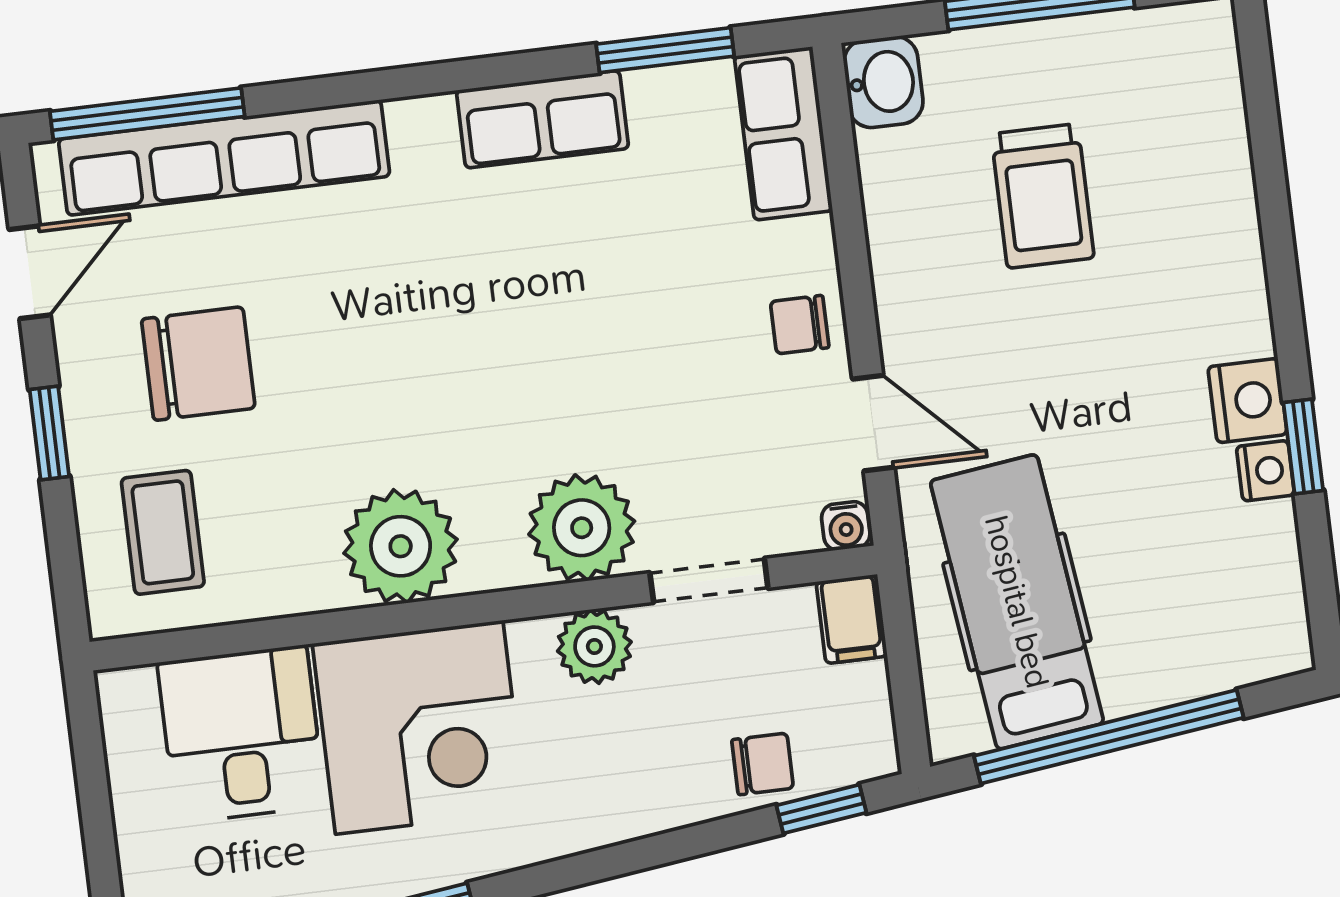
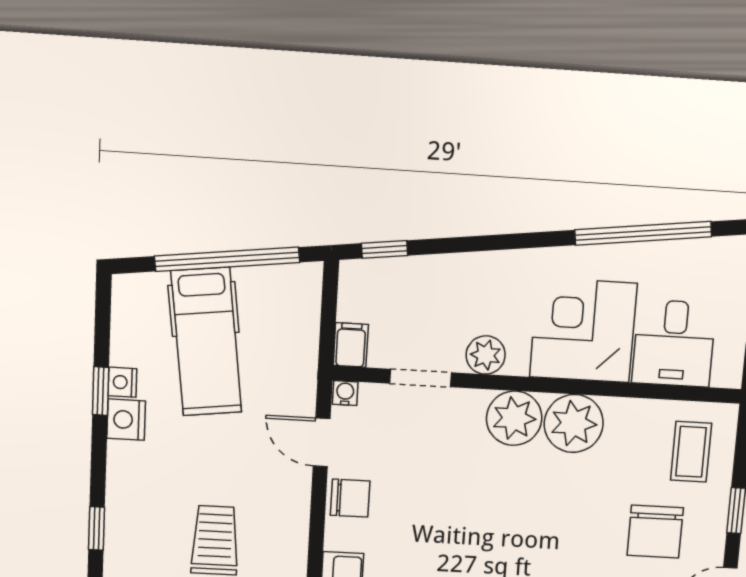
window: (1270, 180) -> (97, 528), added
chair: (800, 325) -> (350, 498), width x1.37, depth x1.37
chair: (198, 364) -> (655, 532), turned -90
plant: (582, 528) -> (514, 418), moved
hospital bed: (1017, 602) -> (206, 342), moved
chair: (763, 764) -> (411, 279), removed

